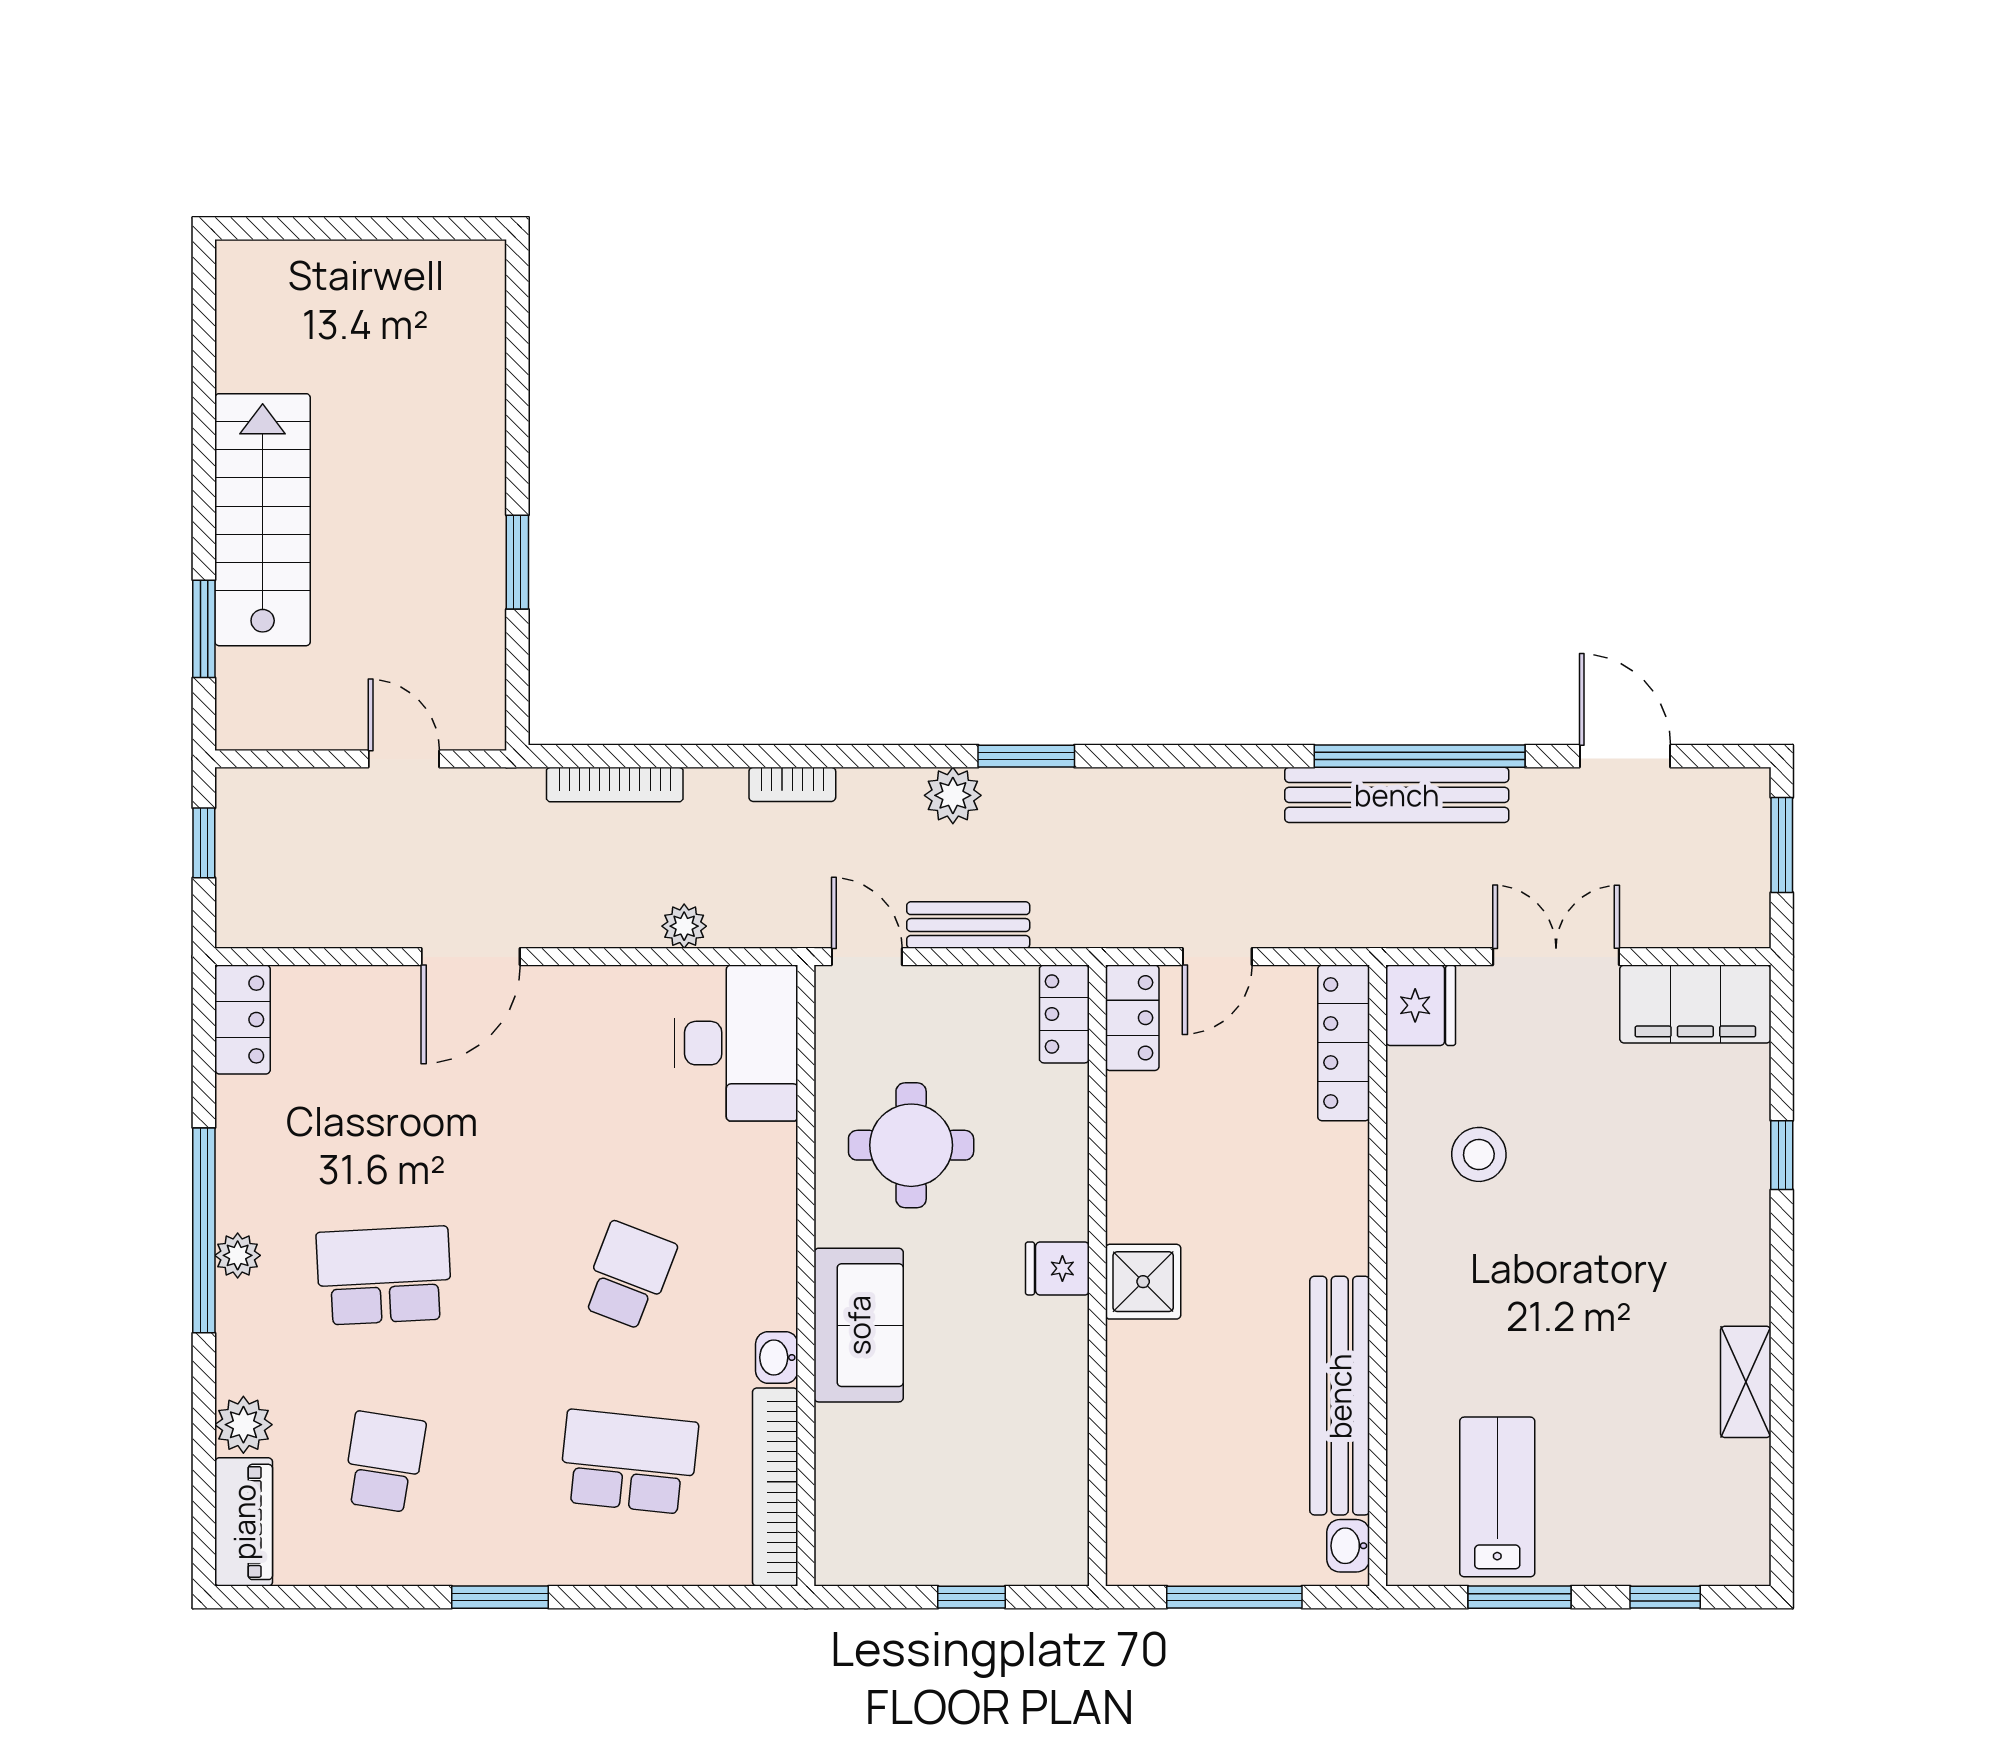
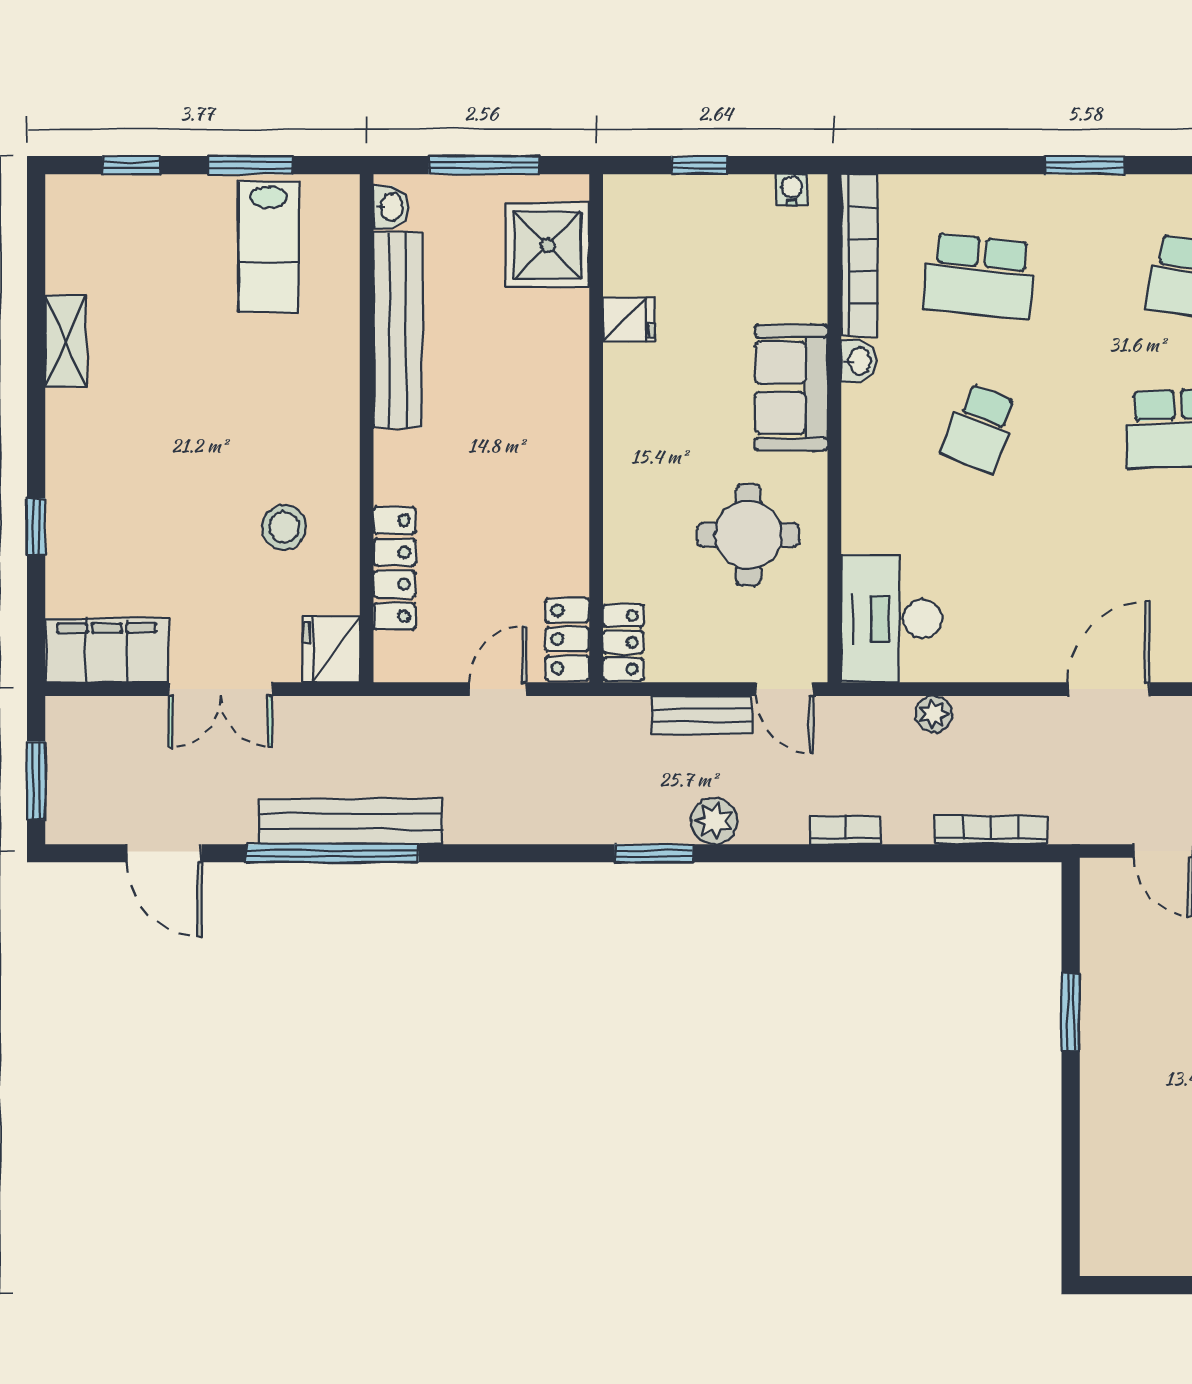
locker: (1344, 1043) -> (395, 568), moved
fridge: (1057, 1268) -> (629, 320), moved
shower: (1143, 1282) -> (547, 245), moved, width x1.36, depth x1.36
water cooler: (858, 1567) -> (792, 189), added

